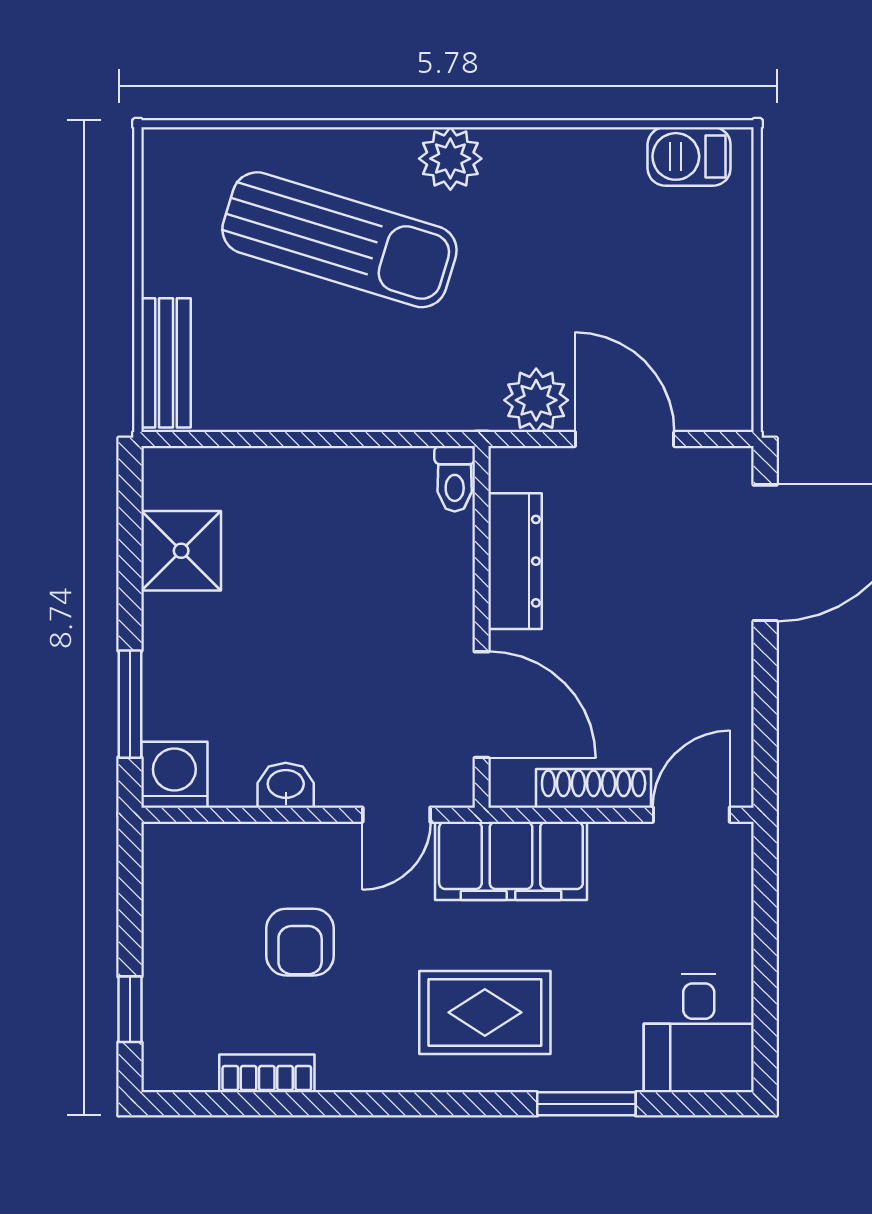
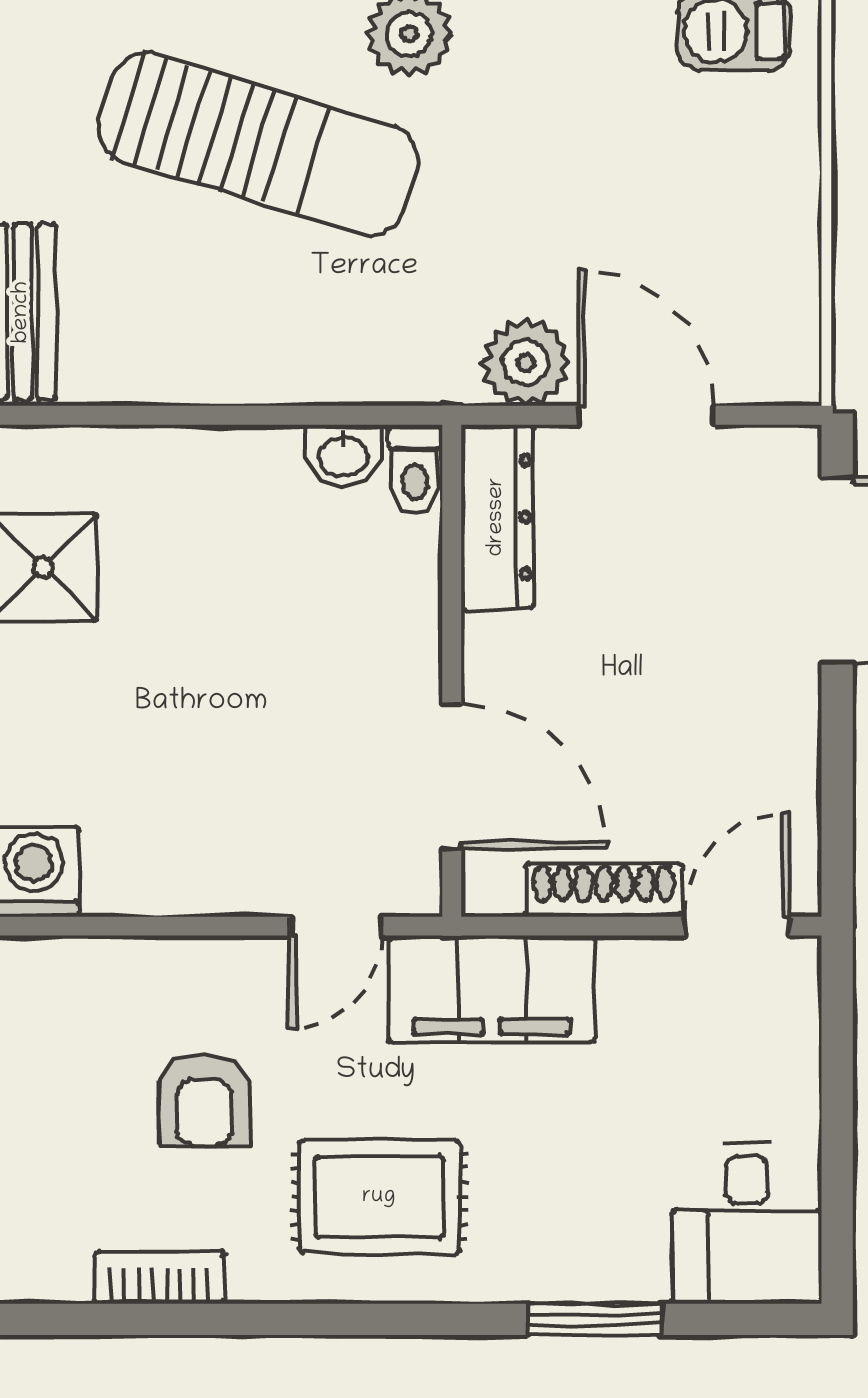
dresser: (515, 561) -> (497, 517), moved
washbasin: (286, 785) -> (343, 455), moved, turned 180
rug: (485, 1012) -> (379, 1197), moved

